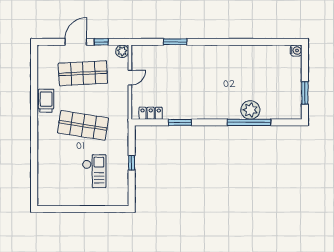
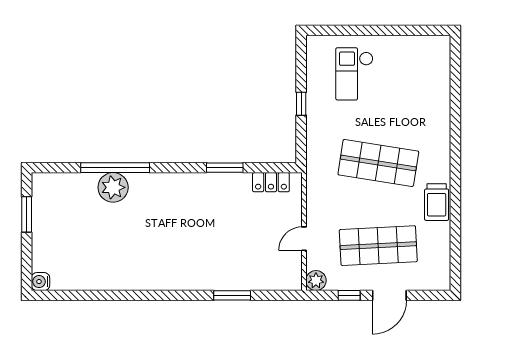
checkout: (94, 171) -> (354, 74), moved

